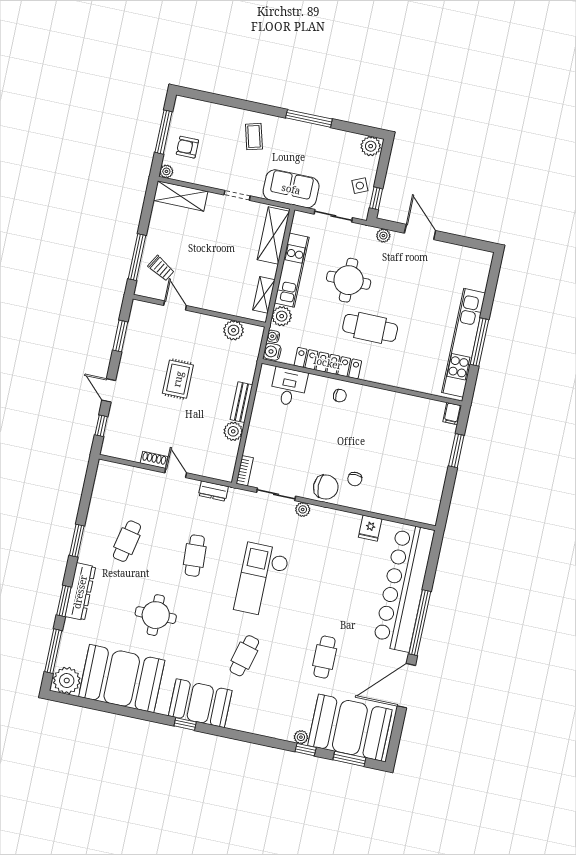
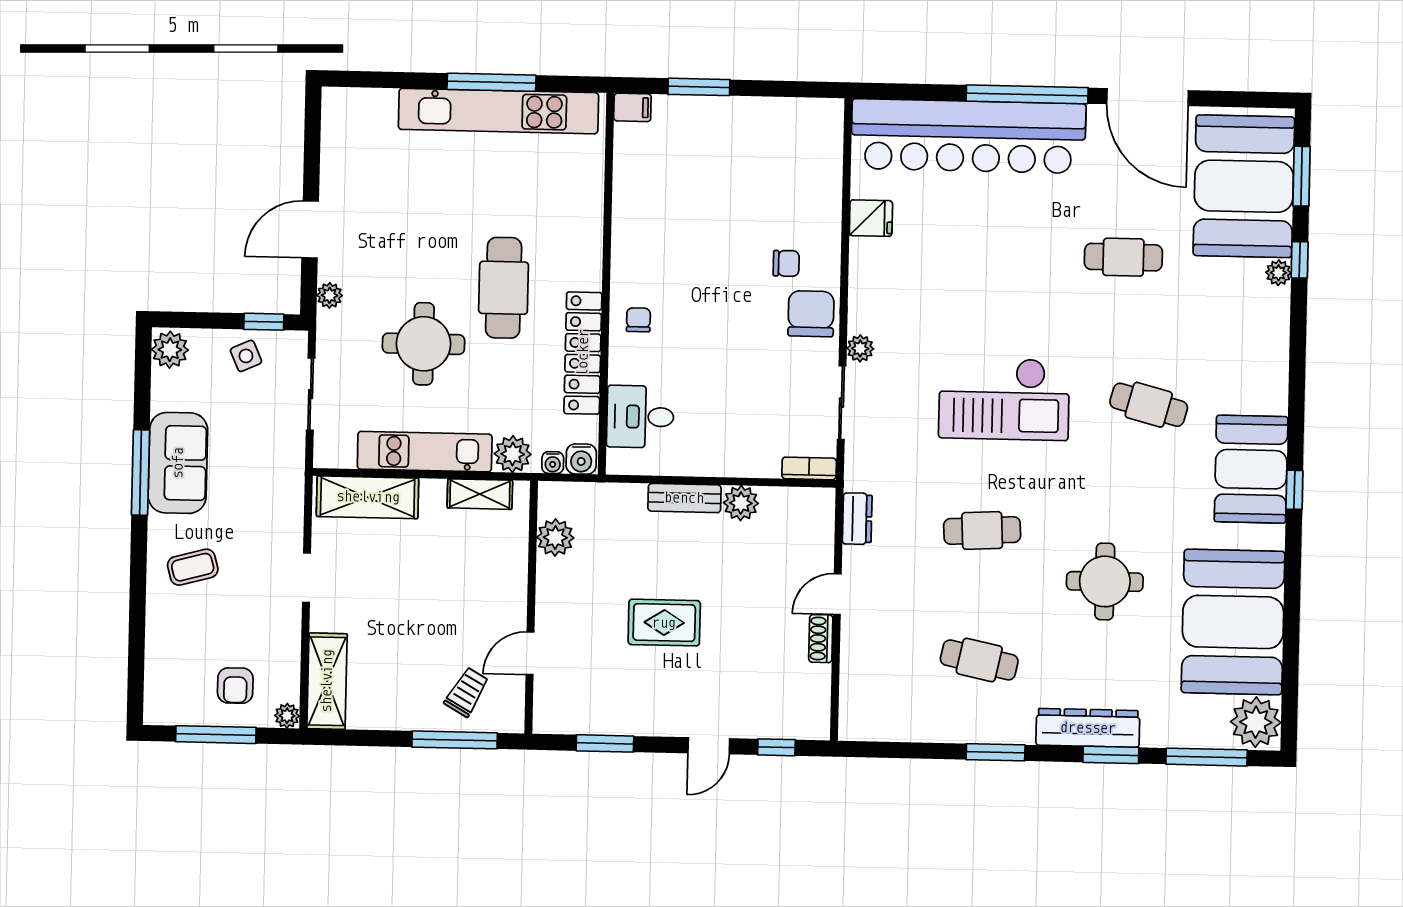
sofa: (291, 189) -> (178, 463), moved, turned 180

